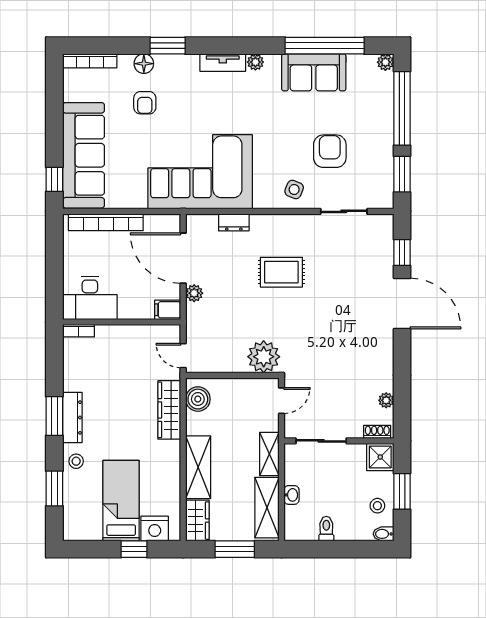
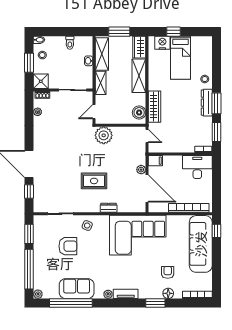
armchair: (330, 151) -> (68, 246), turned -90
dresser: (234, 222) -> (109, 208), moved
window: (54, 488) -> (216, 132), moved

